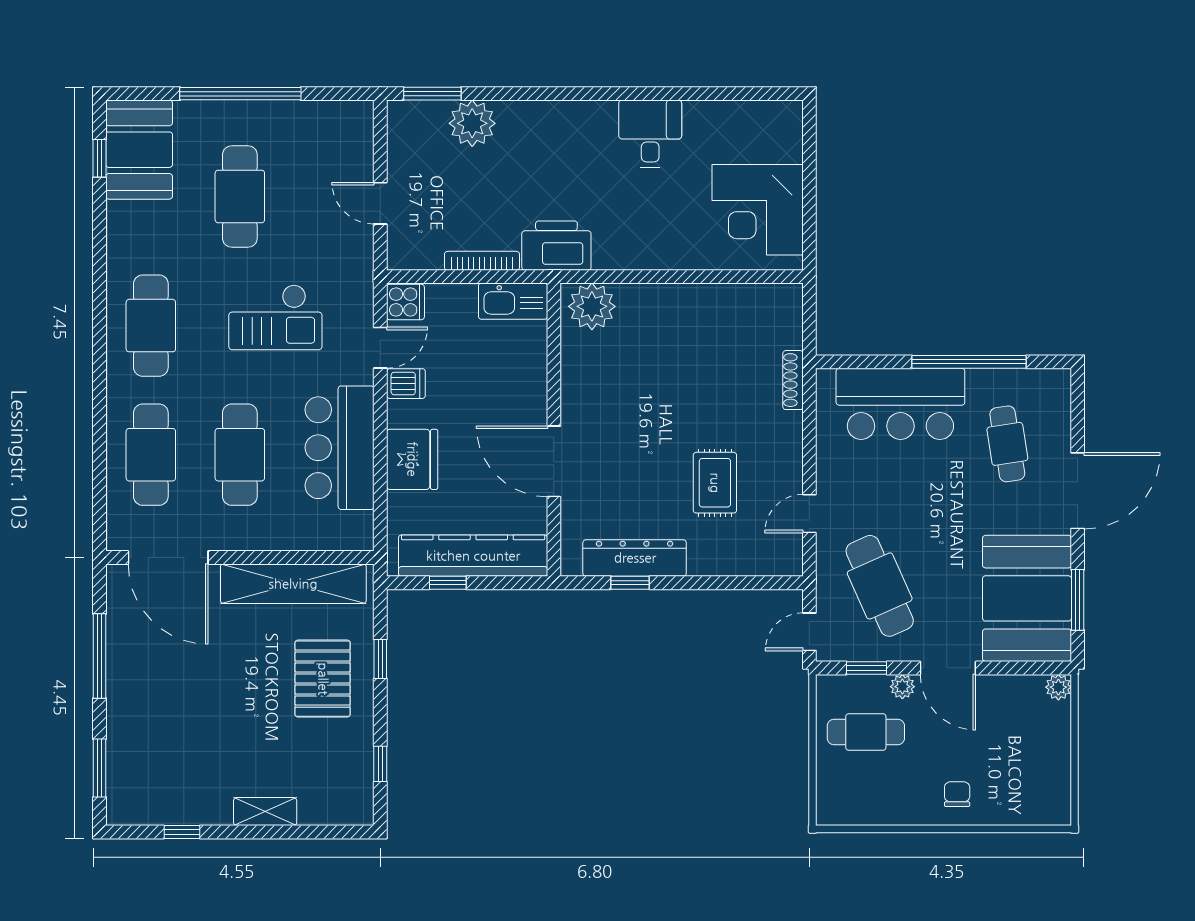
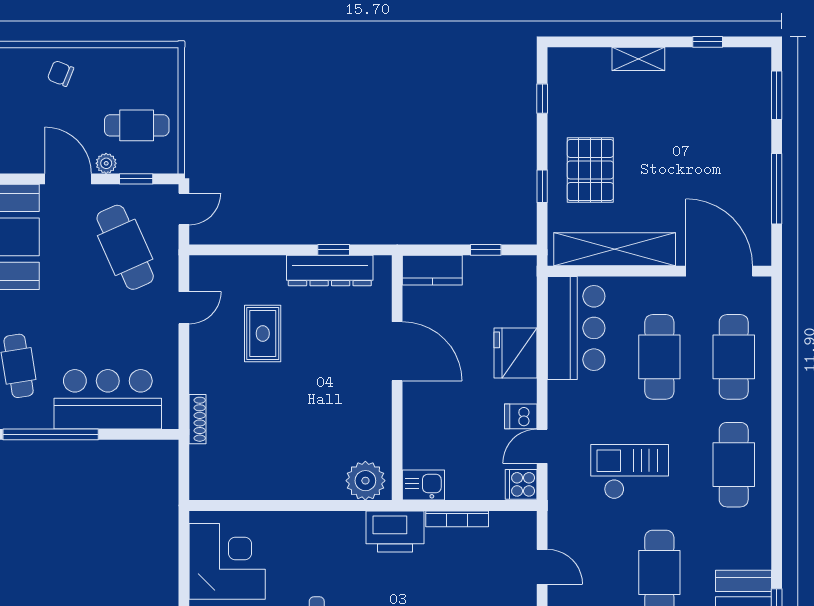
kitchen sink: (513, 301) -> (423, 485), width x0.73
bar counter: (340, 448) -> (576, 328), moved
kitchen counter: (473, 556) -> (432, 270), width x0.48, depth x0.86
chair: (957, 794) -> (61, 73), turned 112

